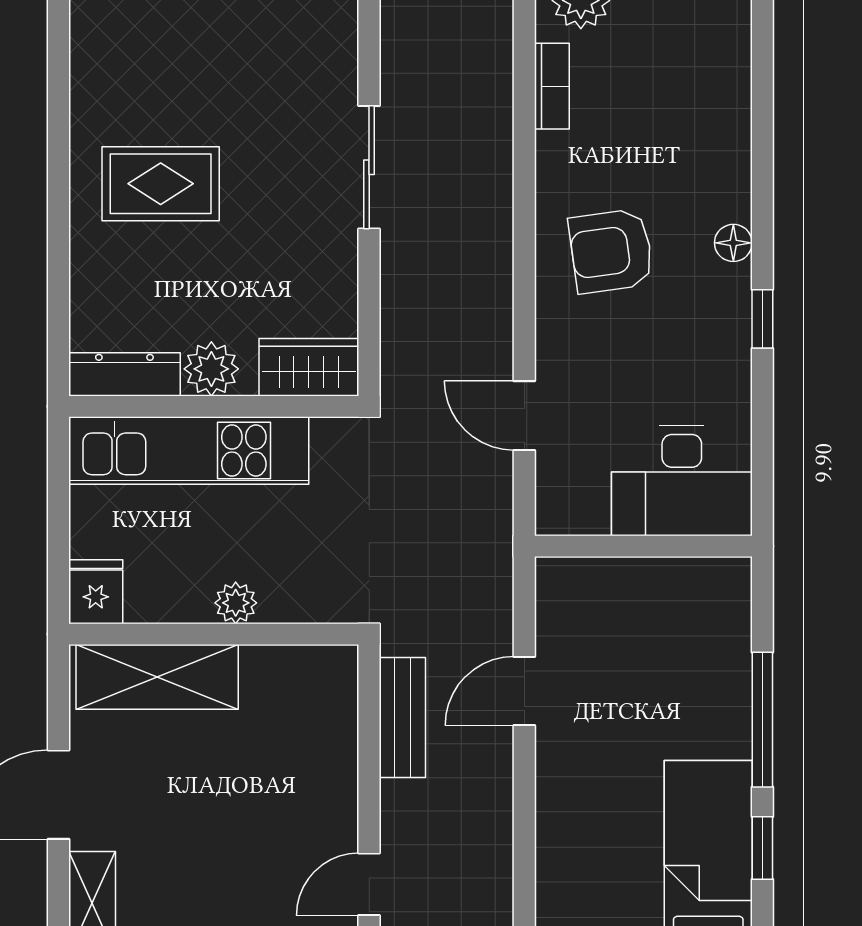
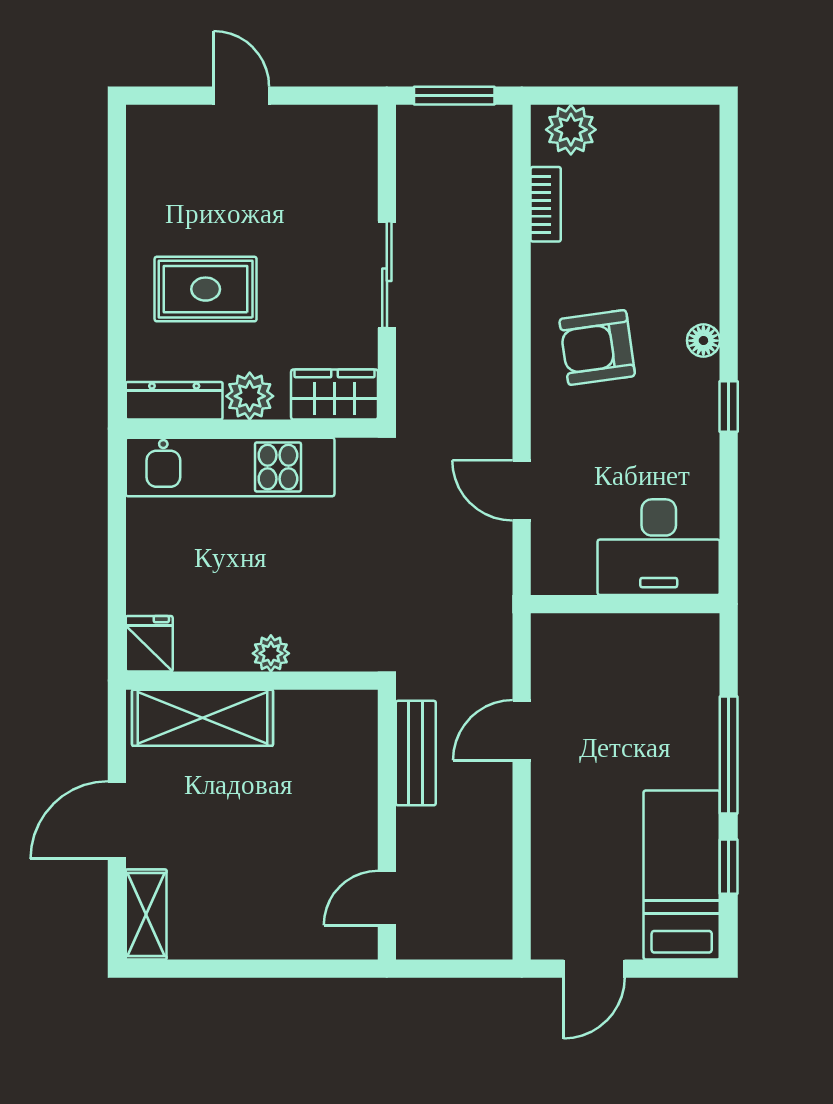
wardrobe: (309, 367) -> (335, 395), moved
plant: (211, 369) -> (250, 396), moved
dresser: (124, 374) -> (174, 401), moved
wall: (214, 406) -> (252, 429), moved
kitchen unit: (189, 451) -> (230, 467), moved

